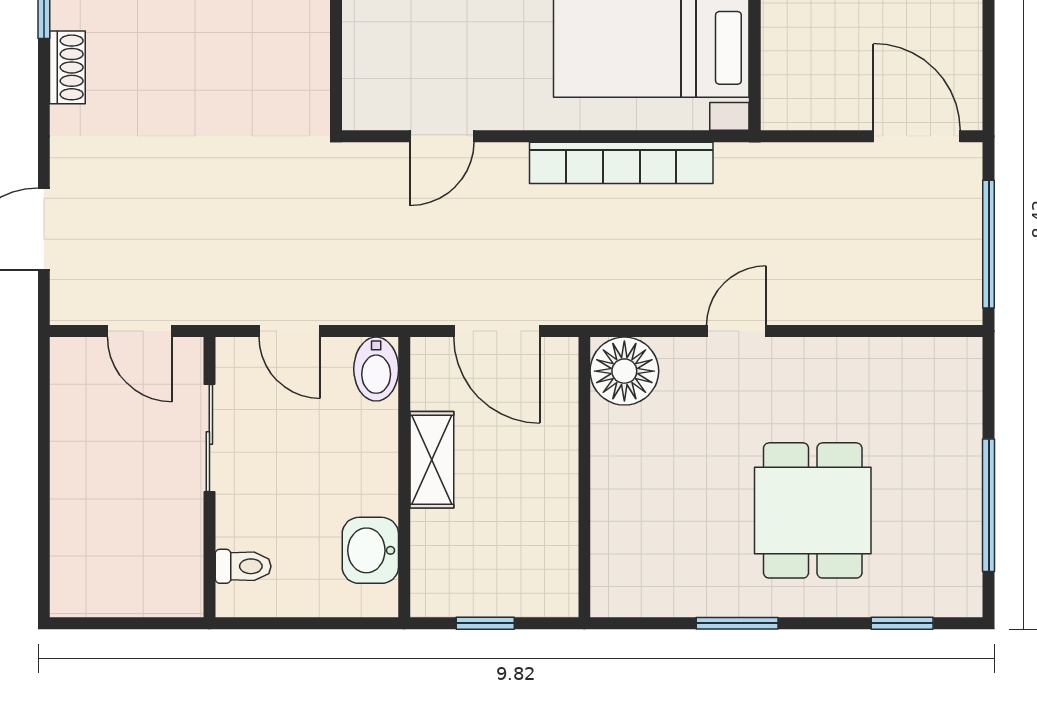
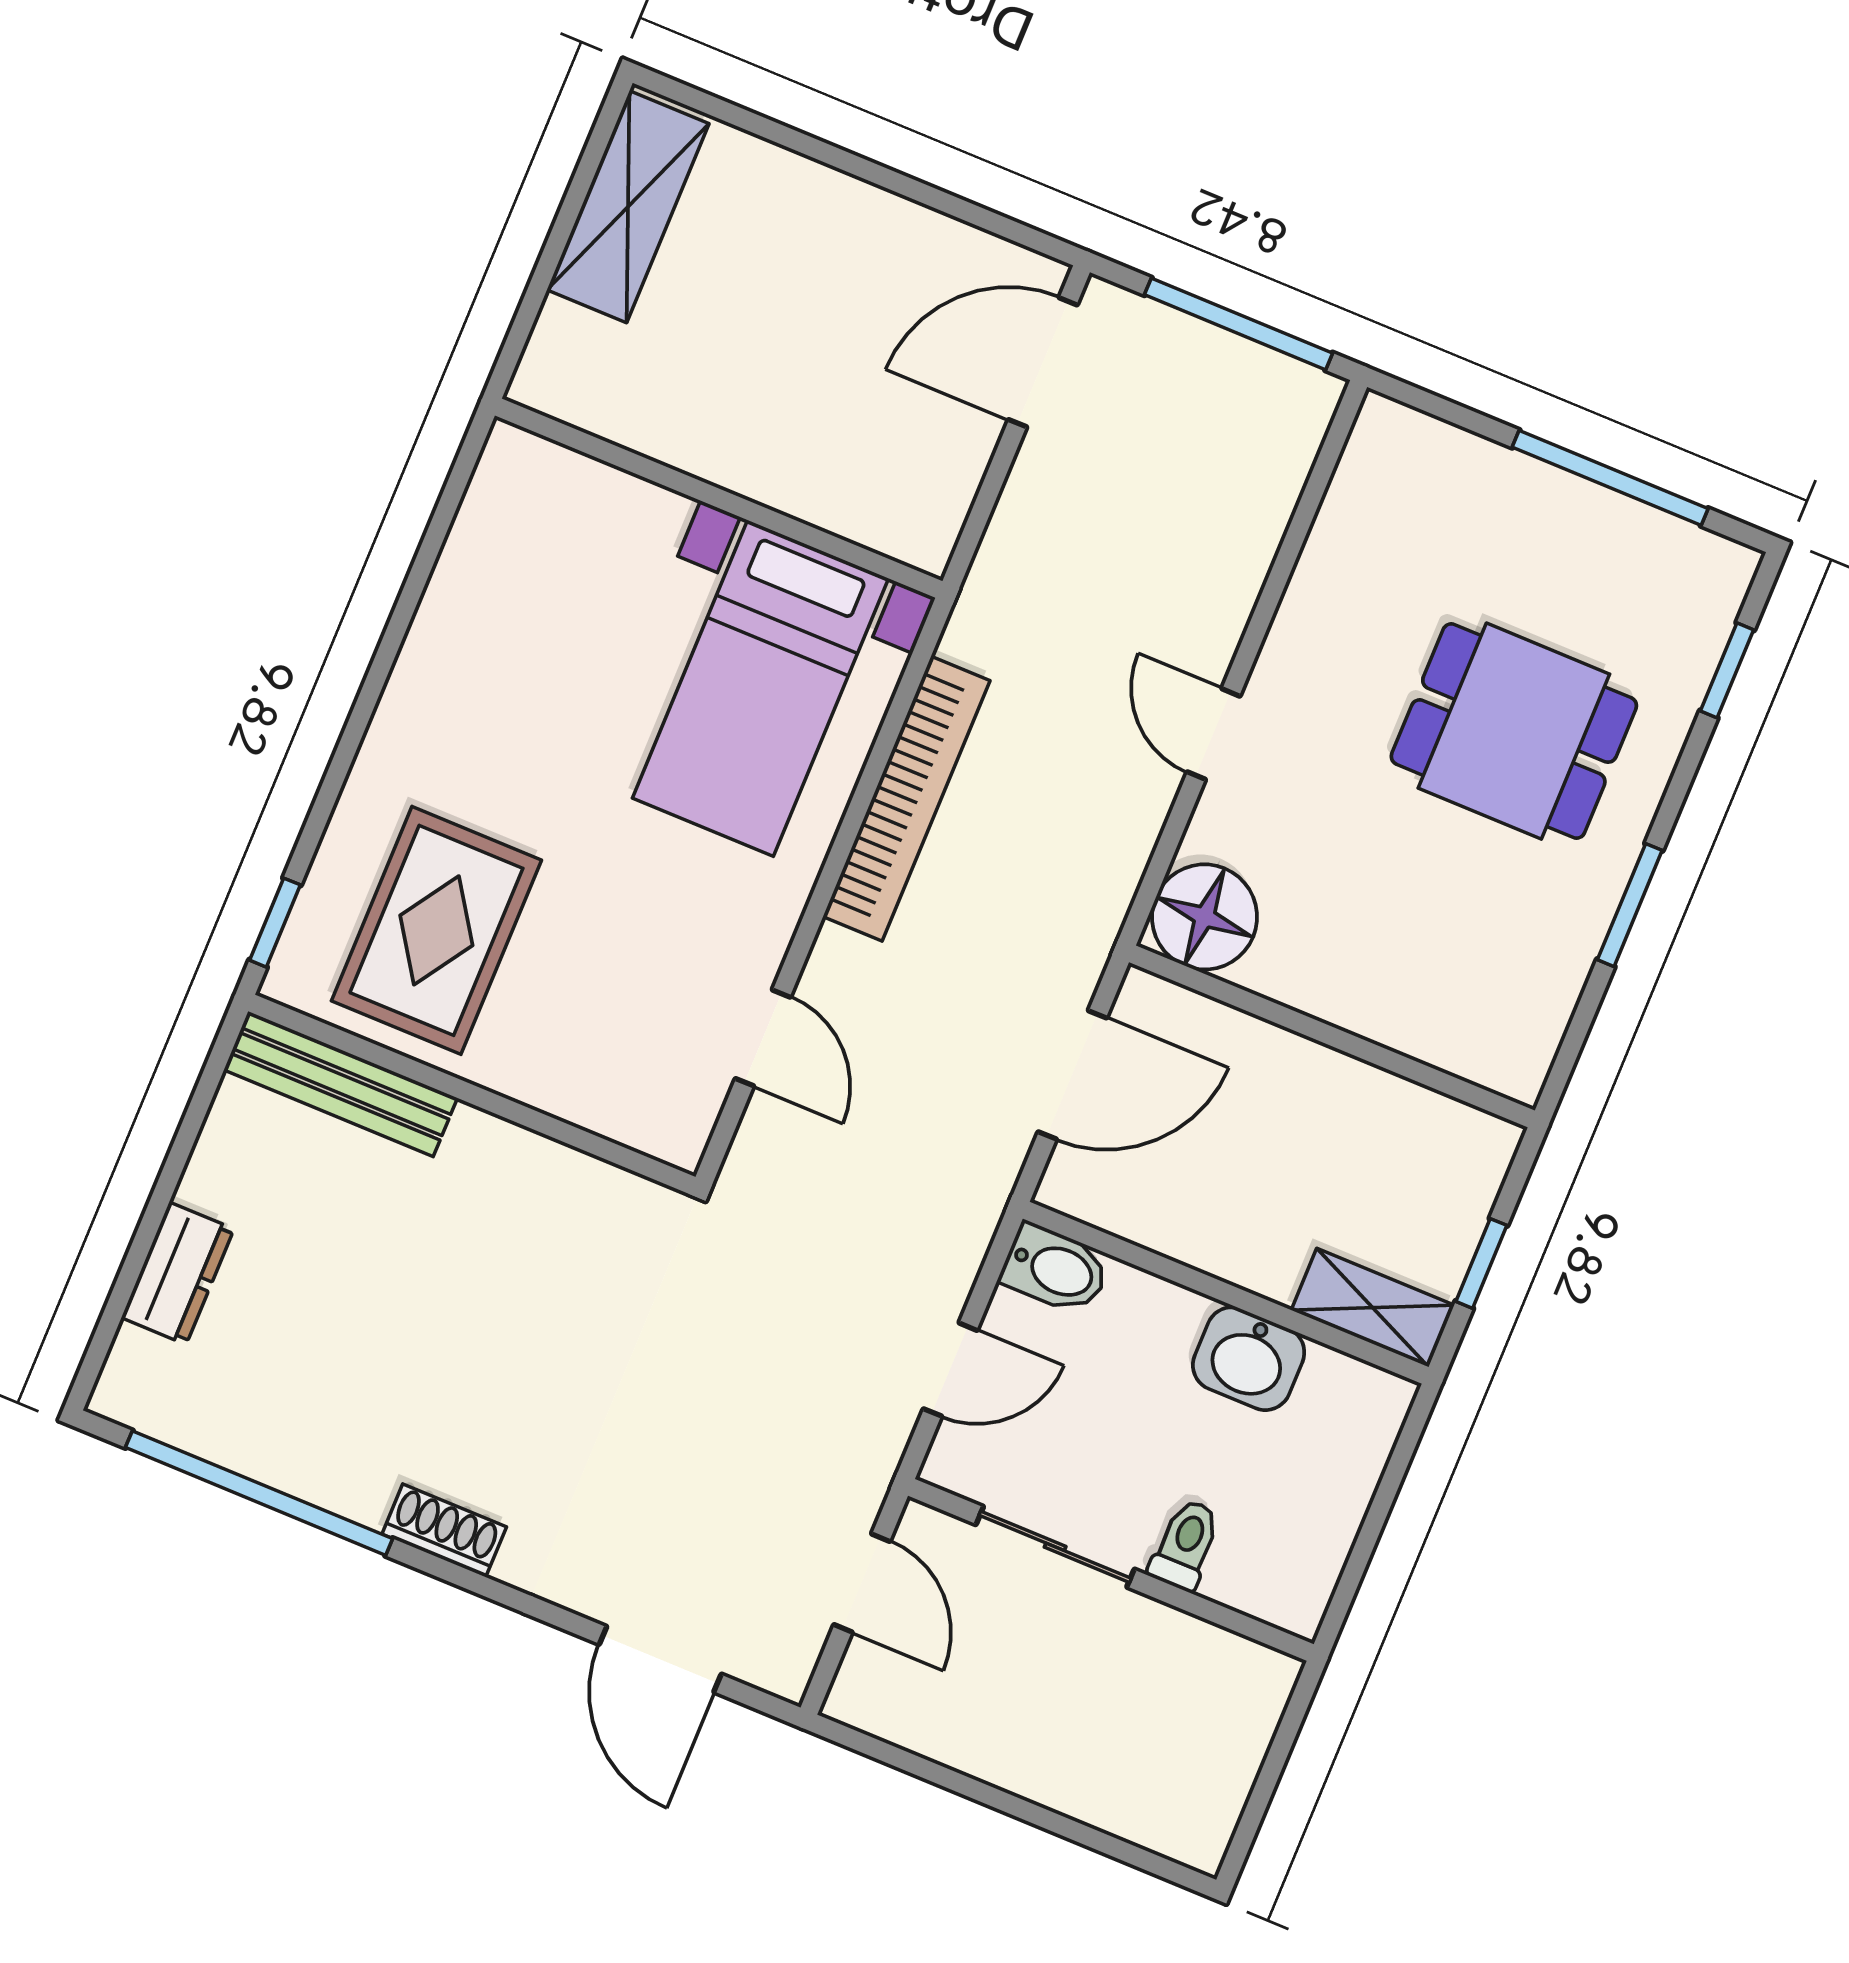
door: (140, 331) -> (862, 1583), hinge flipped
shelving: (432, 460) -> (1373, 1308), moved
washbasin: (370, 550) -> (1249, 1359), moved
toilet: (243, 566) -> (1185, 1545), moved

